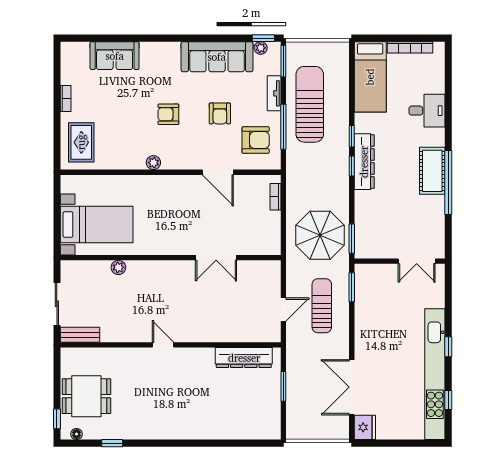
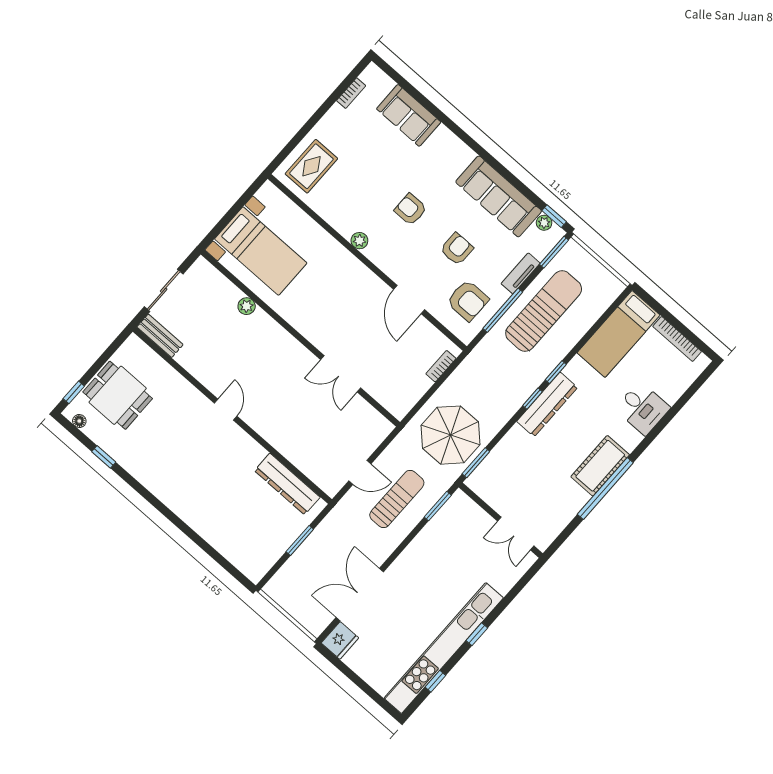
bookcase: (66, 98) -> (351, 93), moved
armchair: (220, 113) -> (457, 249), turned 180

